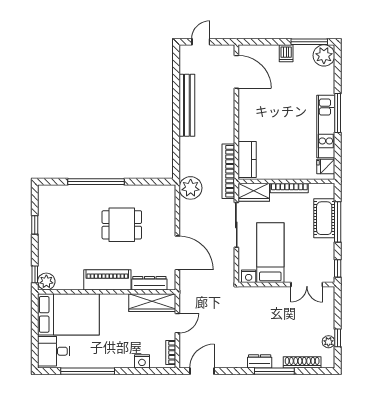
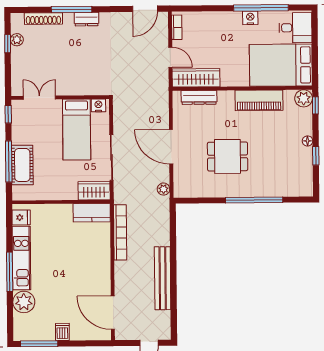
plant: (324, 55) -> (24, 302), moved
kitchen counter: (247, 159) -> (92, 213), moved, turned -90
bookcase: (228, 171) -> (120, 232), moved
plant: (191, 188) -> (164, 189), width x0.53, depth x0.53
bookcase: (289, 188) -> (58, 195), removed
floor lamp: (43, 239) -> (307, 141), added
door: (177, 253) -> (171, 147), moved
piano: (107, 280) -> (259, 100), moved
door: (177, 323) -> (170, 57), swing flipped
nightstand: (142, 361) -> (250, 18), moved

